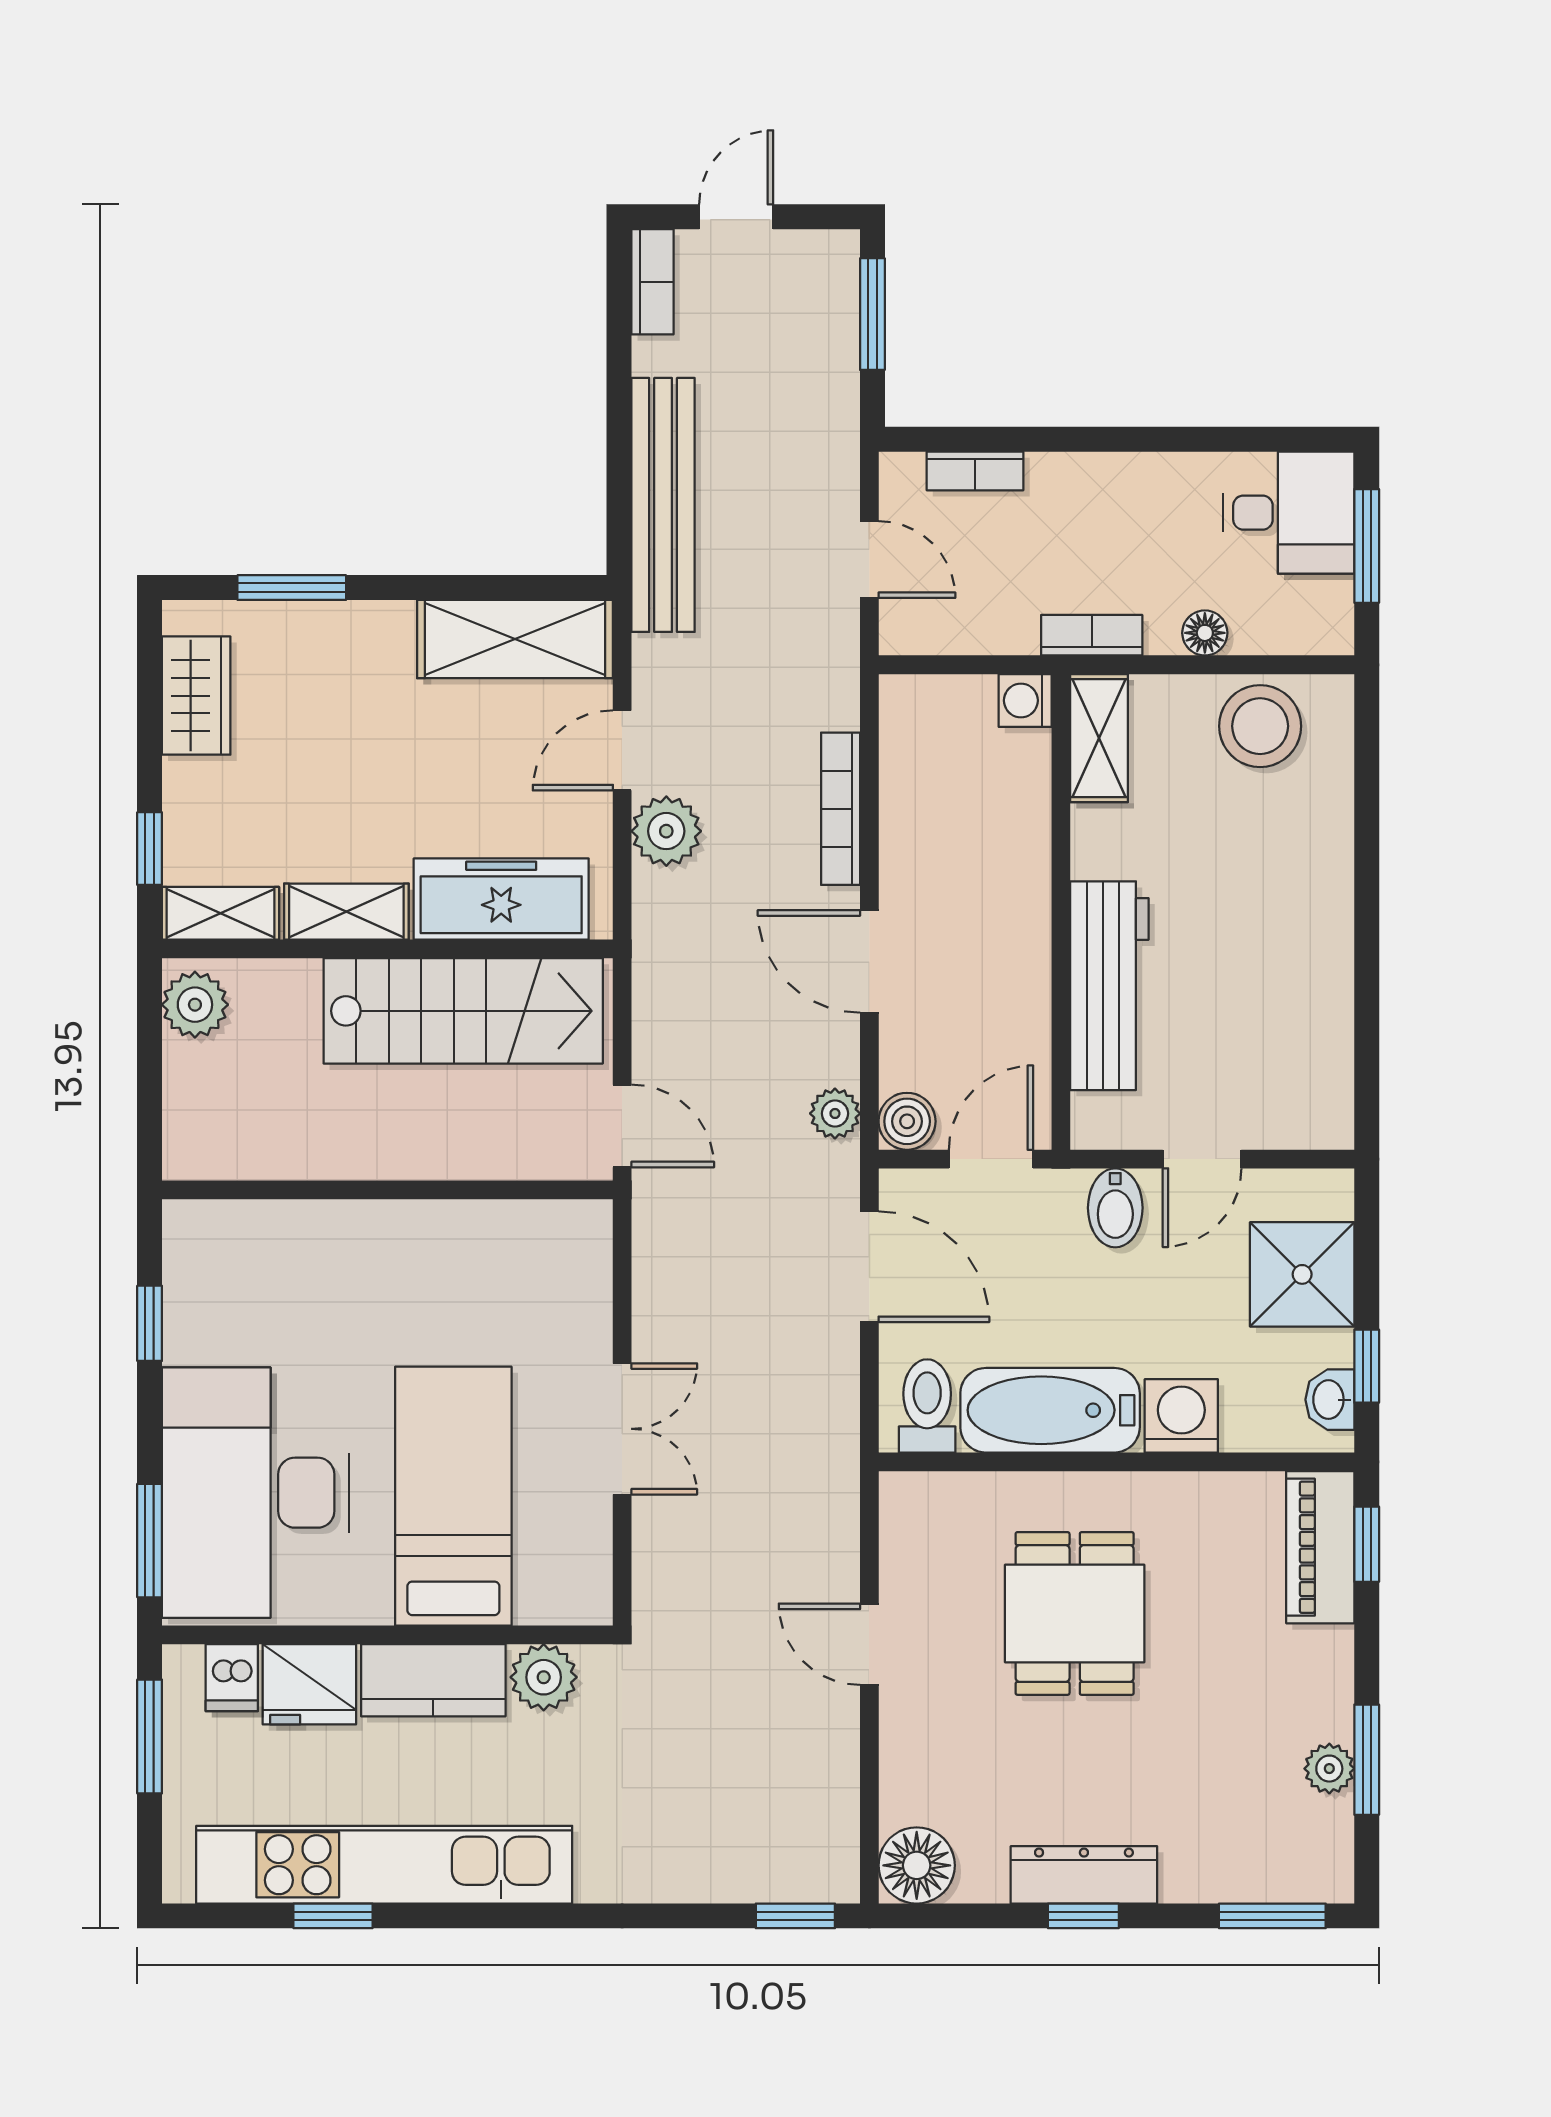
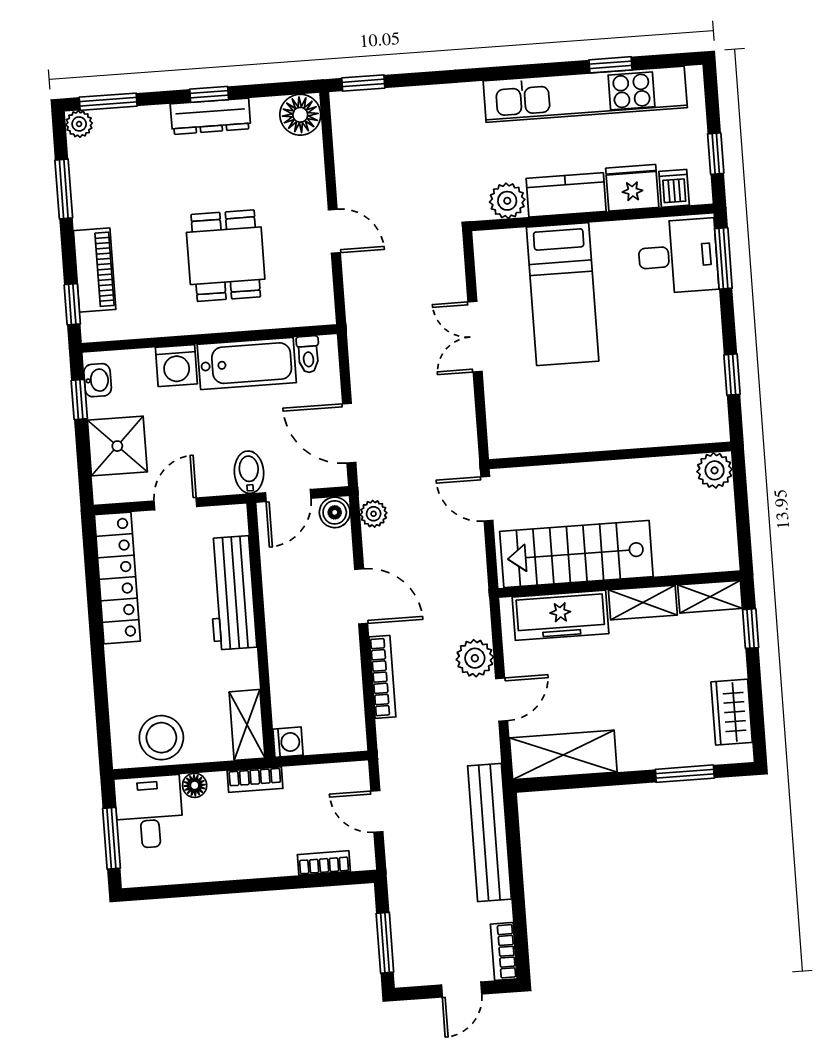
desk: (1289, 513) -> (149, 812), moved, turned 90
plant: (195, 1005) -> (715, 470), moved
locker: (1320, 1029) -> (117, 578), added
bidet: (1115, 1208) -> (249, 472), moved
toilet: (927, 1406) -> (308, 354), width x0.73, depth x0.72
desk: (256, 1493) -> (678, 256), width x0.53, depth x0.77
piano: (1320, 1547) -> (95, 270), moved
window: (150, 1737) -> (716, 154), width x0.67
plant: (1329, 1769) -> (79, 124), moved

